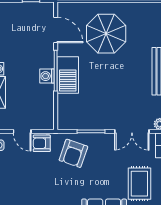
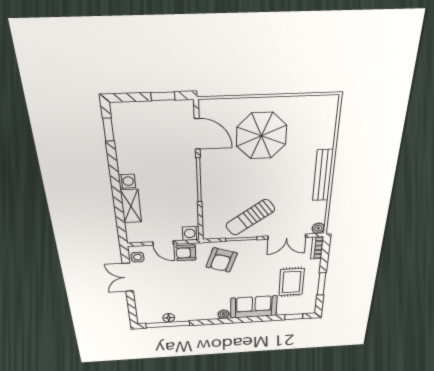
barbecue: (68, 75) -> (214, 184), removed
washing machine: (47, 76) -> (191, 233), moved
sun lounger: (99, 109) -> (250, 217), added

